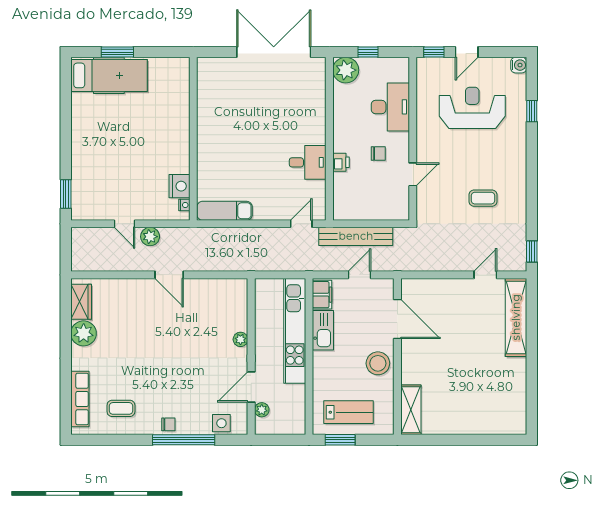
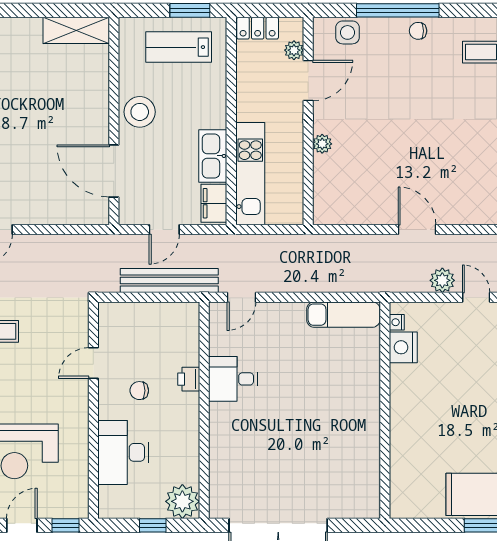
kitchen unit: (295, 331) -> (250, 174), width x0.73
shelving: (411, 410) -> (76, 30), moved, turned 90
locker: (289, 426) -> (258, 28), added

